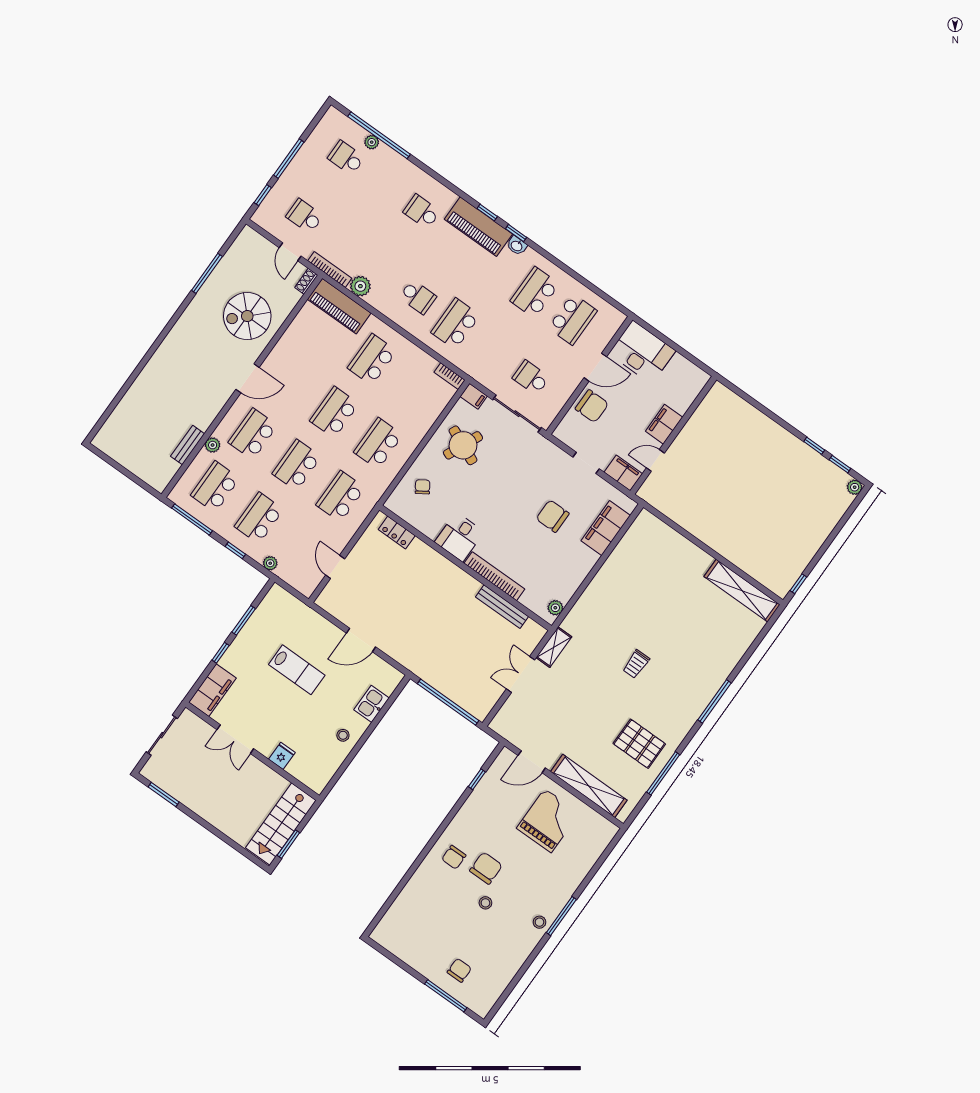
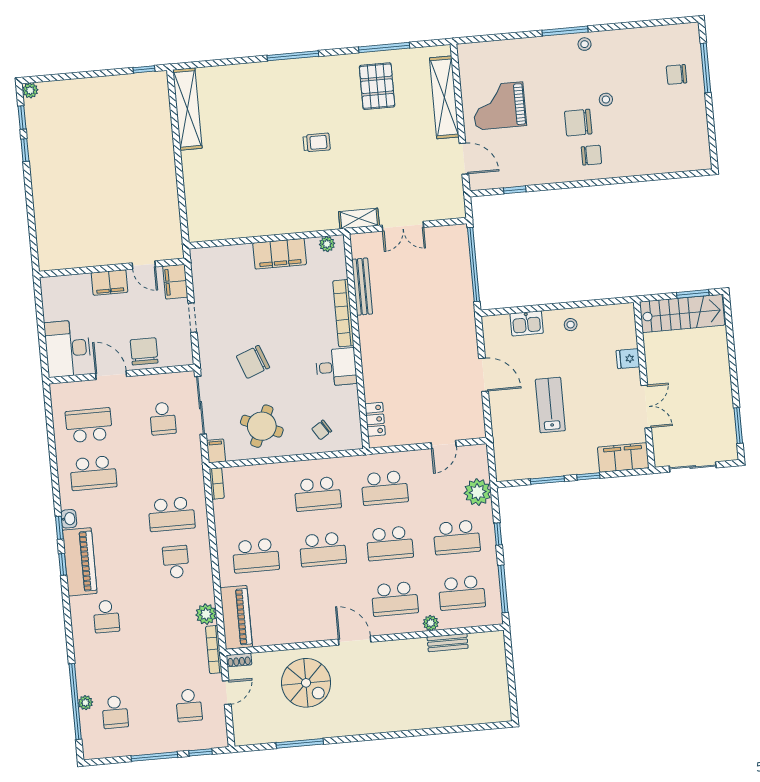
chair: (553, 516) -> (253, 362), moved, turned 69
filing cabinet: (606, 528) -> (280, 254), moved
plant: (270, 563) -> (478, 492), width x1.88, depth x1.88

